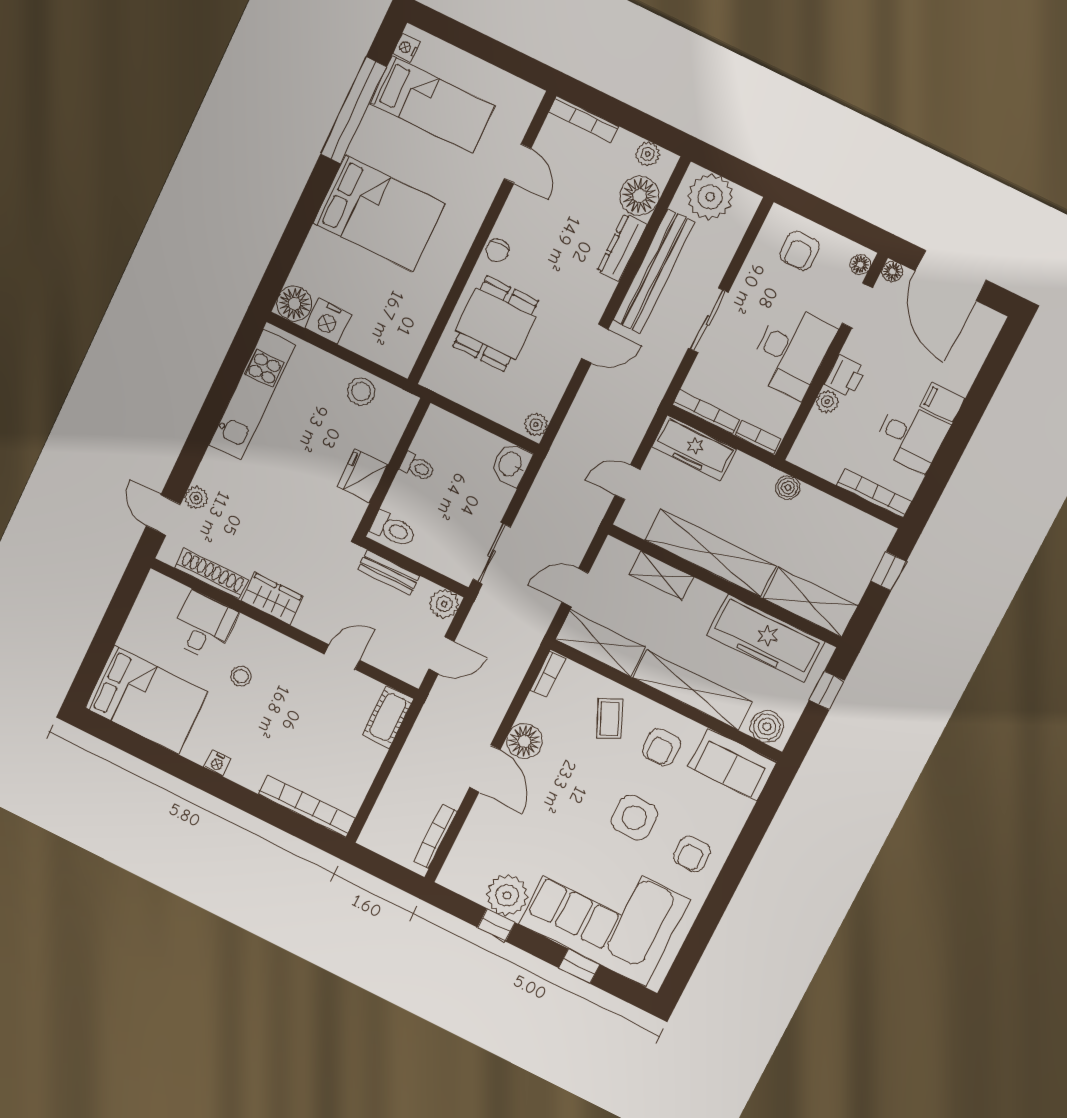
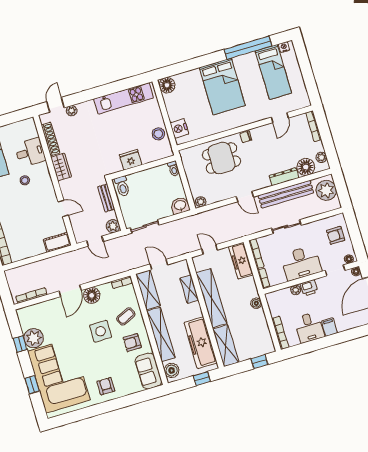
nightstand: (328, 321) -> (179, 128), moved
toilet: (417, 467) -> (174, 169), moved
side table: (634, 818) -> (101, 331), moved
armchair: (692, 854) -> (106, 386), turned 90

